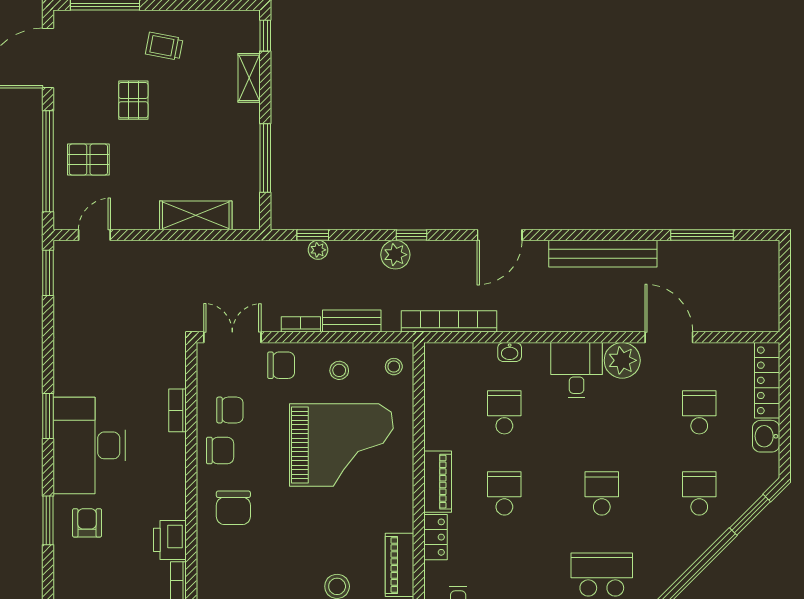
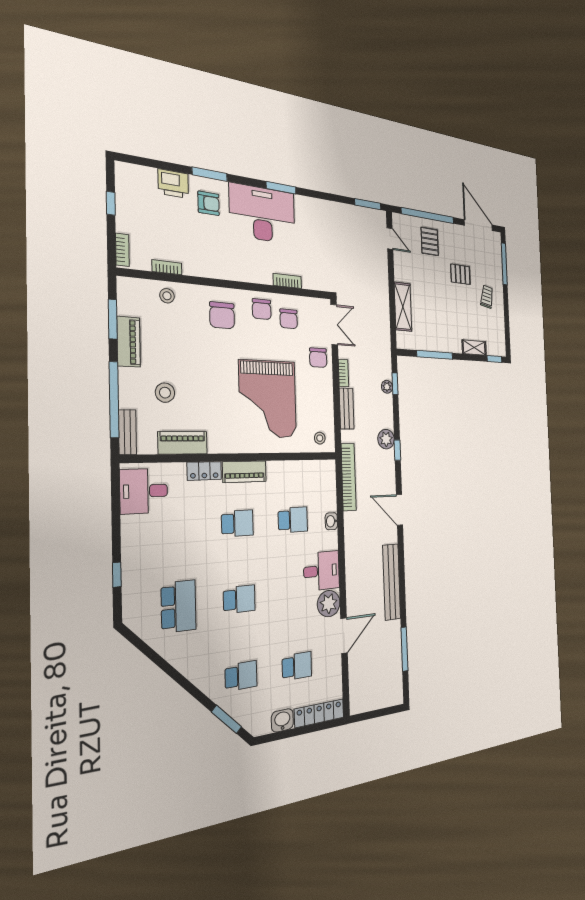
stool: (339, 370) -> (167, 296), moved
chair: (233, 508) -> (222, 315), turned -90
printer: (170, 540) -> (173, 184), moved, turned 180

